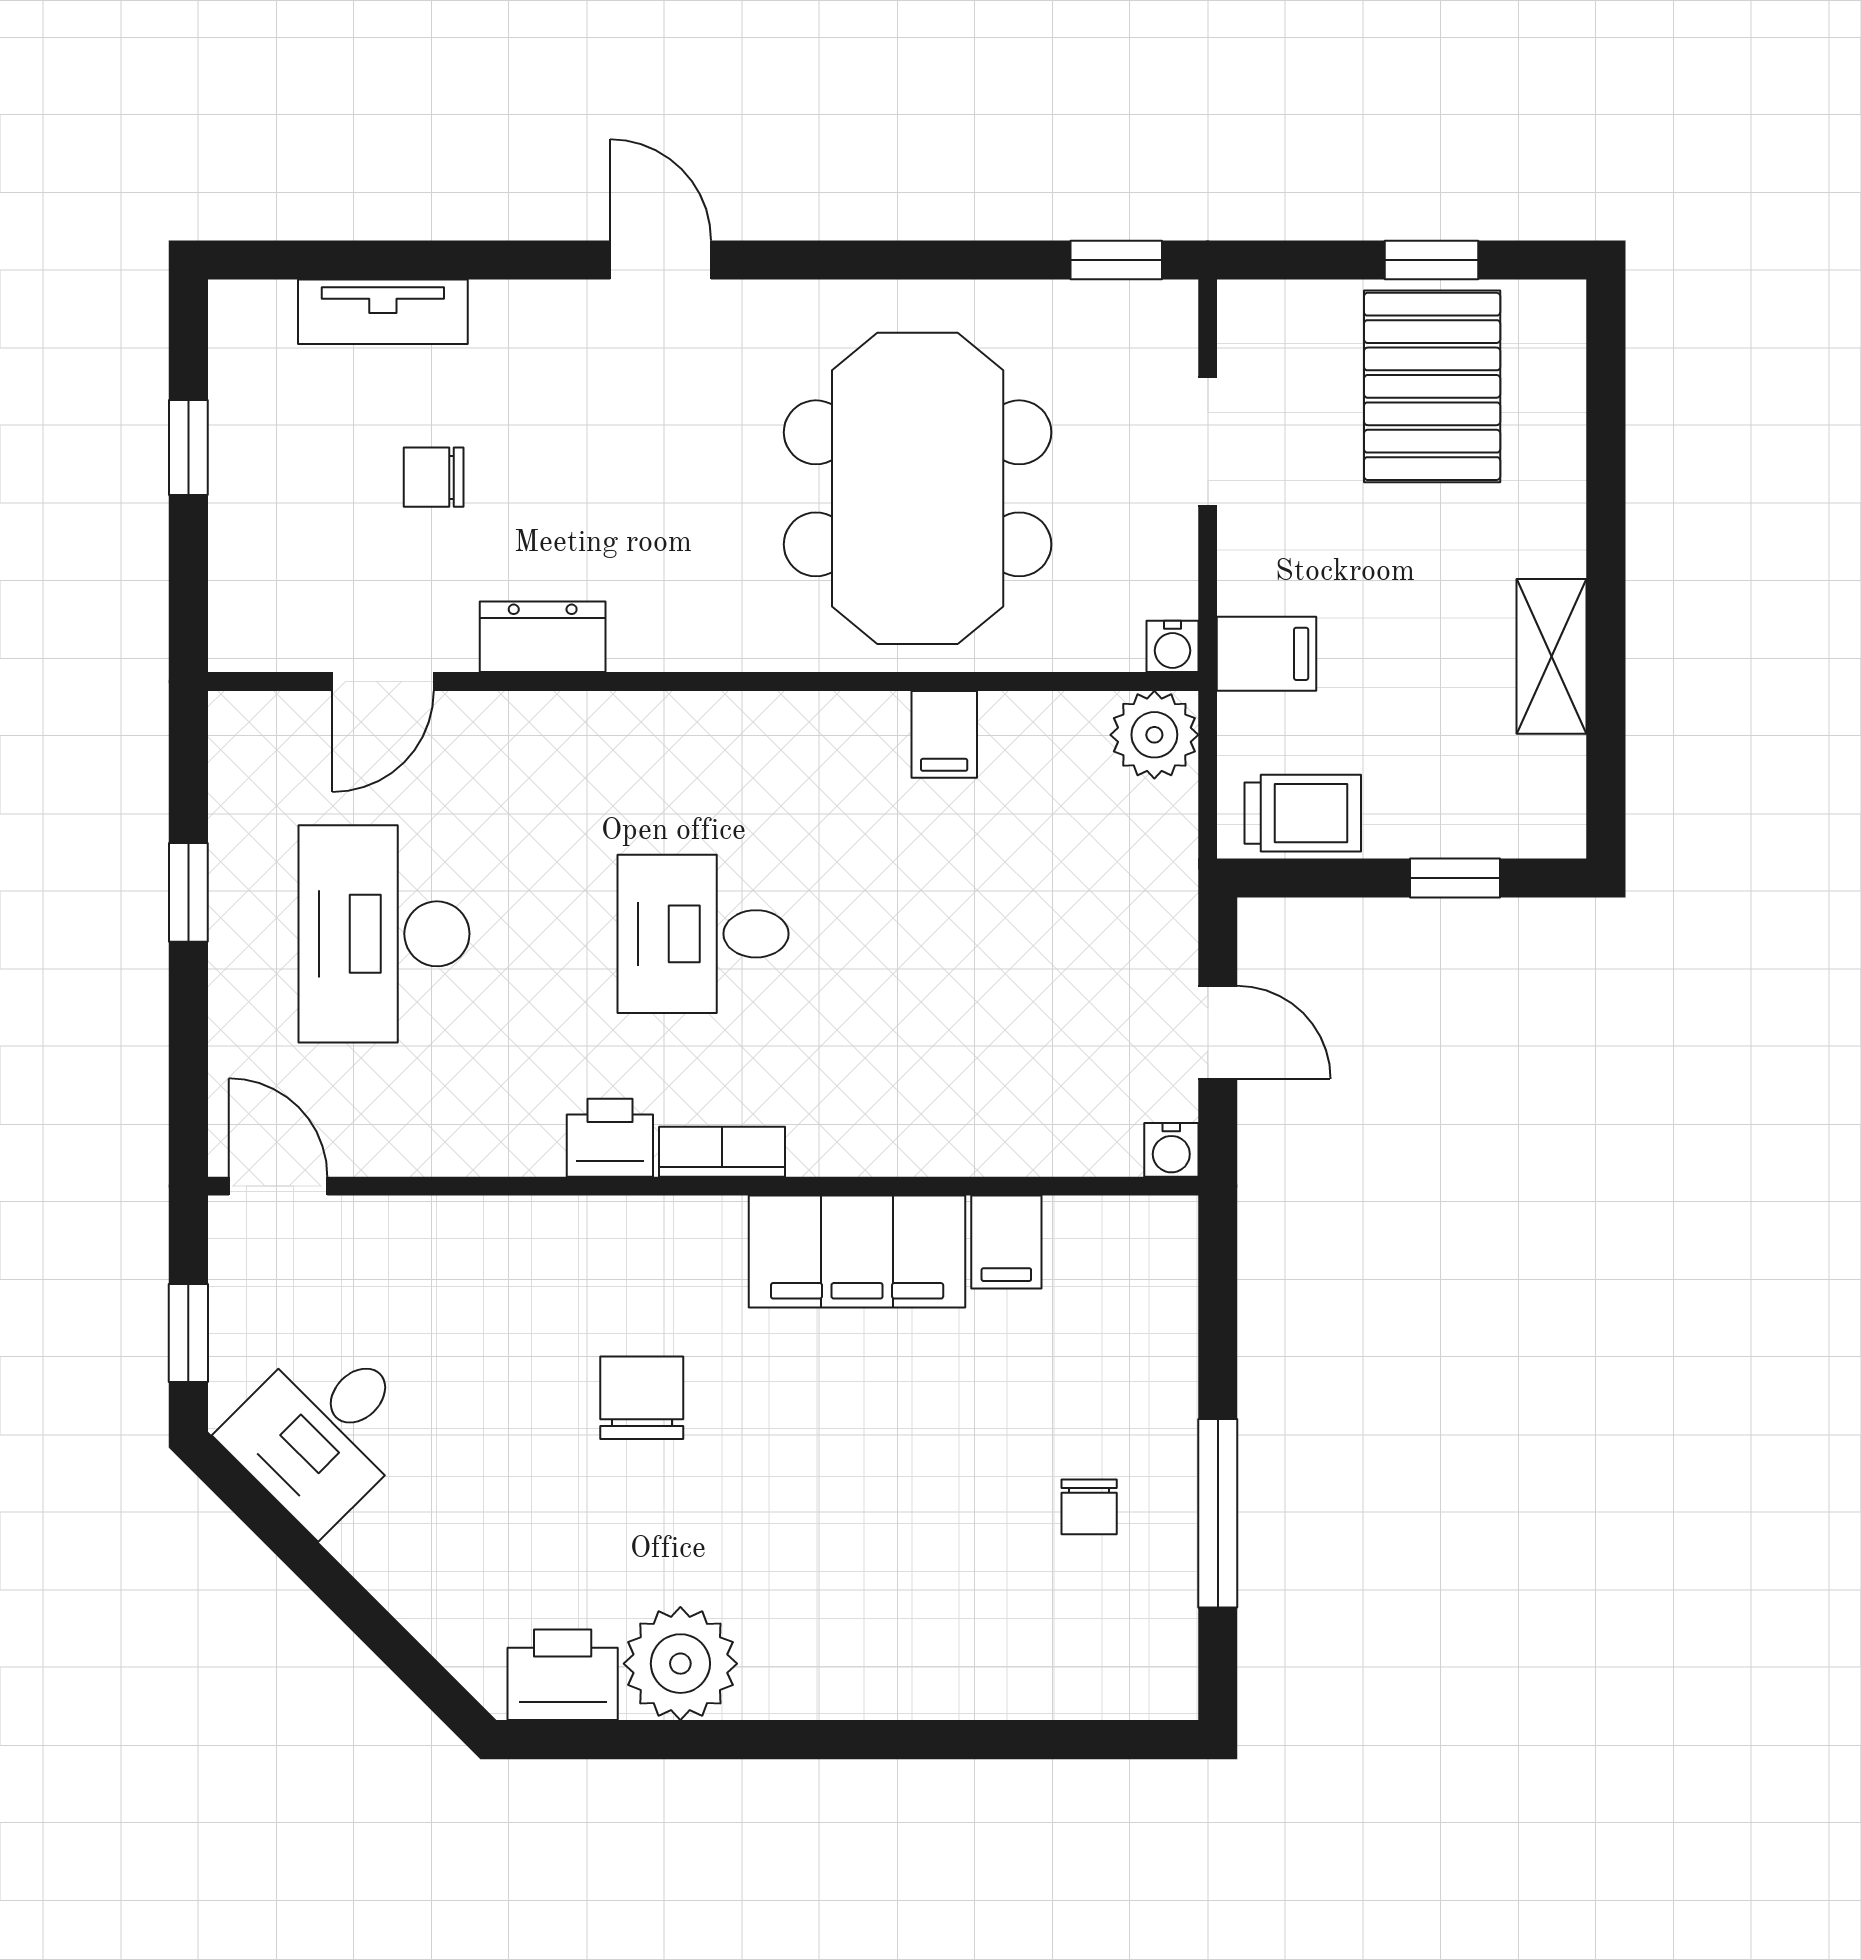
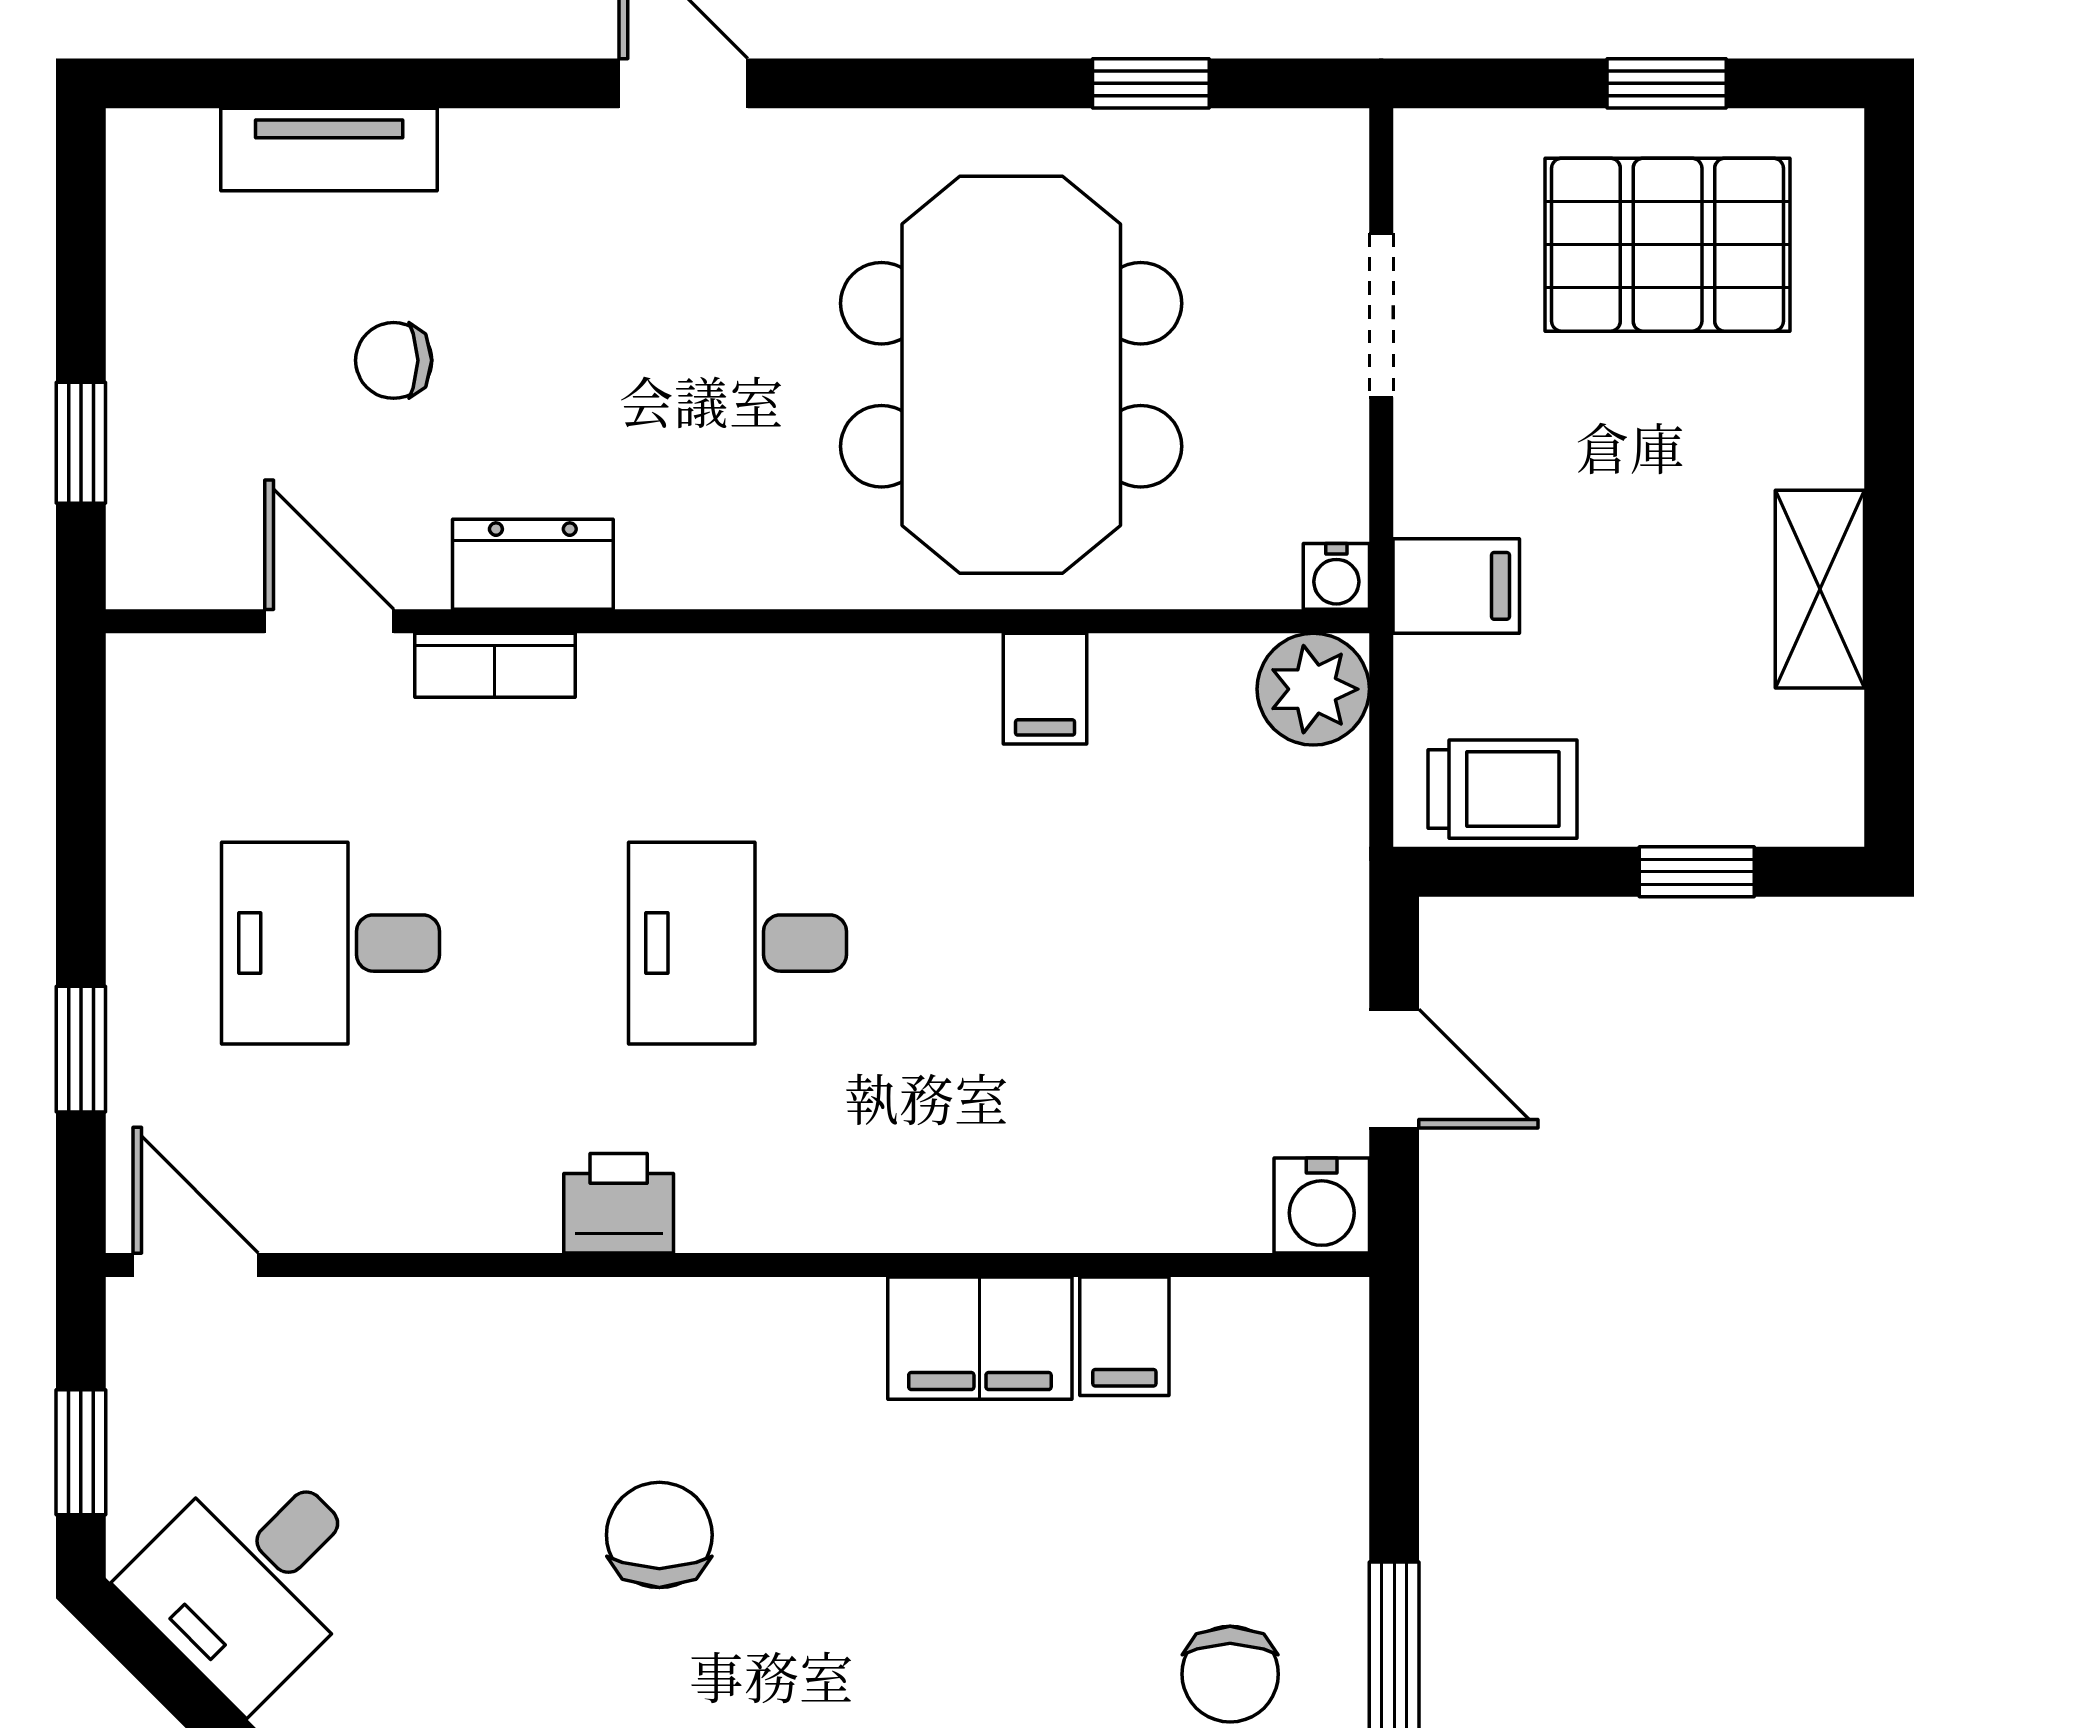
window: (1116, 260) -> (1151, 83), moved
pallet: (1432, 386) -> (1668, 245), turned 90
window: (188, 448) -> (81, 443), moved
door: (383, 682) -> (329, 621), swing flipped
window: (188, 892) -> (81, 1049), moved
desk: (384, 934) -> (330, 943), width x0.73
water cooler: (1171, 1150) -> (1322, 1205), width x1.38, depth x1.38
bookcase: (722, 1152) -> (495, 665), moved, turned 180
filing cabinet: (857, 1252) -> (980, 1338), width x0.67, depth x0.86
chair: (1089, 1507) -> (1230, 1674), width x1.37, depth x1.37

